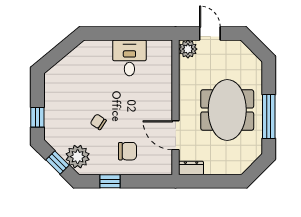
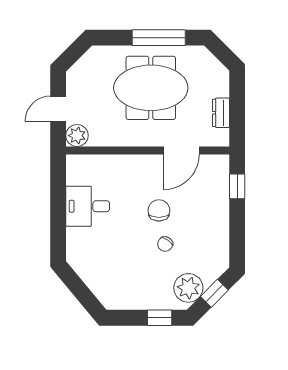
chair: (128, 151) -> (159, 210), moved
plant: (78, 157) -> (188, 288), moved
dresser: (191, 168) -> (221, 113), moved
window: (110, 181) -> (237, 186), moved

